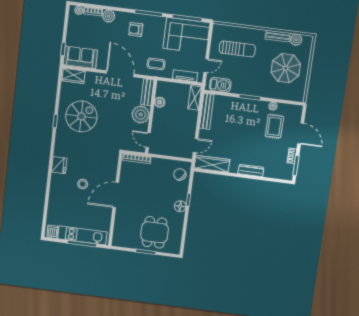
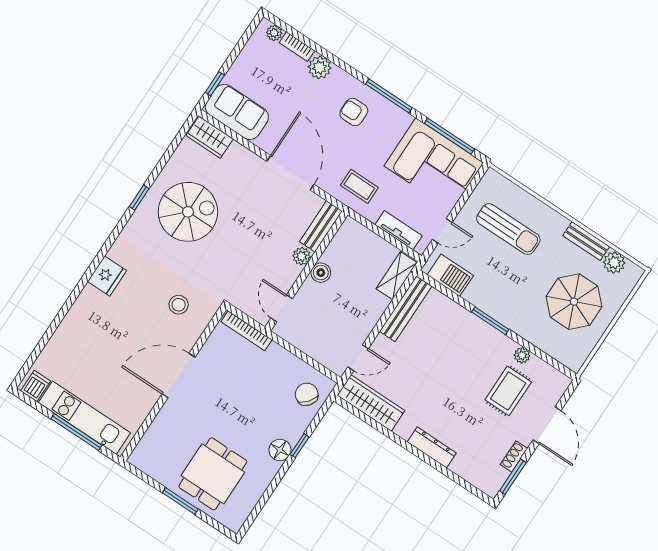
boiler: (160, 102) -> (321, 273), moved
plant: (141, 114) -> (302, 256), width x0.53, depth x0.53
stool: (83, 184) -> (179, 305), moved

